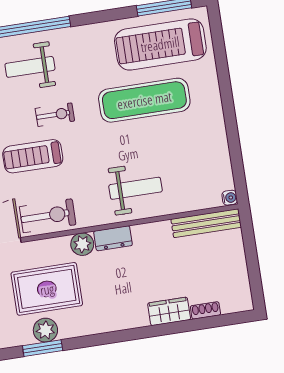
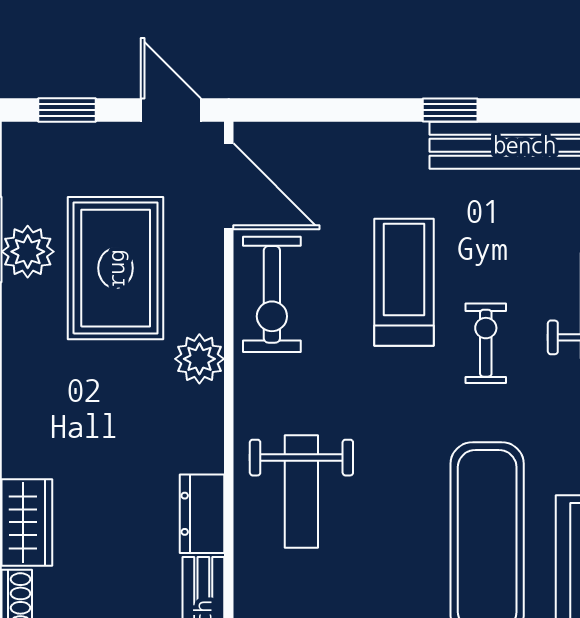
exercise bike: (55, 115) -> (486, 343), turned 180
dresser: (113, 238) -> (202, 514), moved

